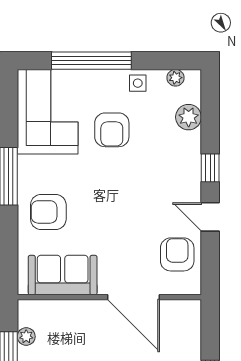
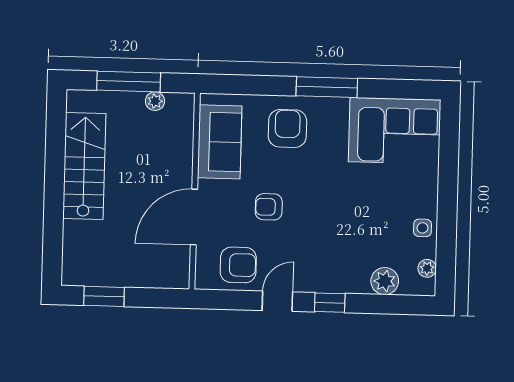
window: (91, 61) -> (448, 179), removed
armchair: (112, 130) -> (269, 207), moved, width x0.72, depth x0.72

